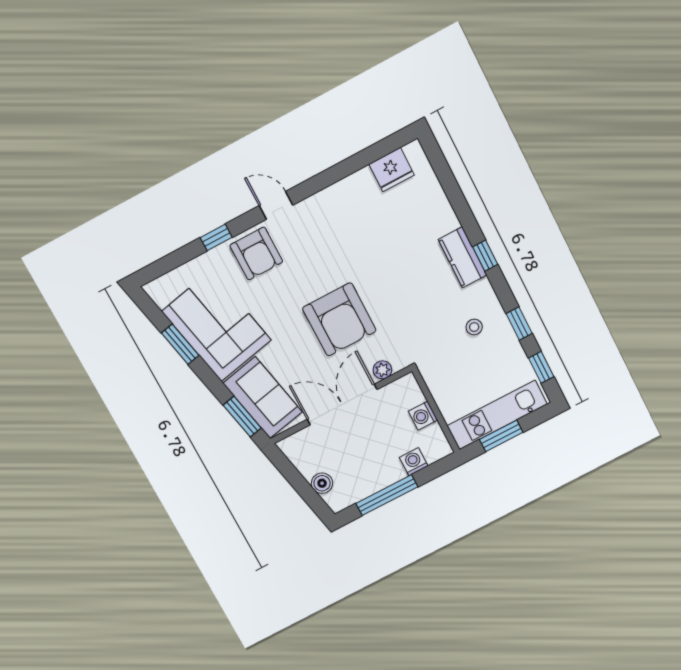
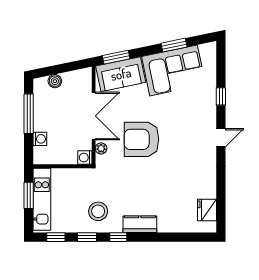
armchair: (256, 254) -> (201, 113), removed
window: (485, 256) -> (118, 237), moved
stool: (474, 327) -> (98, 211), width x1.89, depth x1.89
washing machine: (423, 416) -> (85, 158), moved, turned -90

